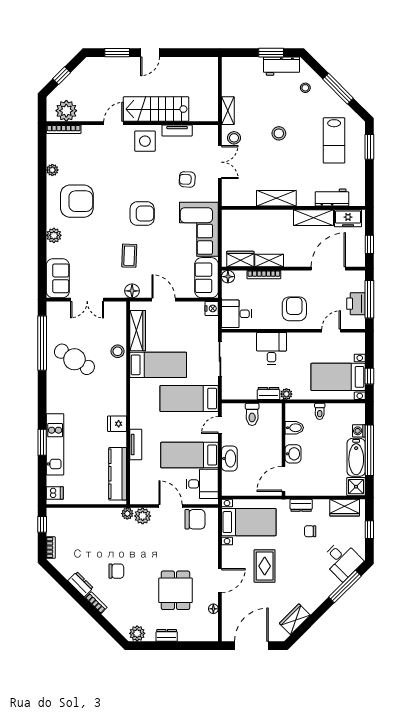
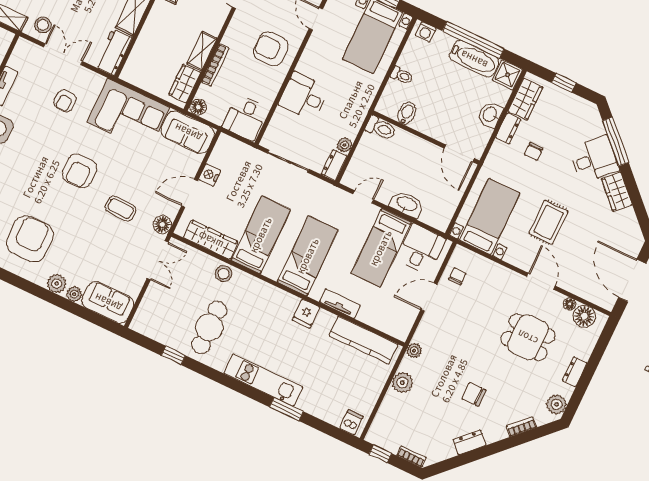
workbench: (239, 197) -> (114, 52), added
armchair: (142, 214) -> (80, 171), turned 180
plant: (52, 252) -> (74, 294), added
double door: (87, 300) -> (158, 260), moved
nightstand: (212, 308) -> (210, 175), moved, turned -90
window: (42, 343) -> (173, 355), width x0.32
cafe table: (74, 359) -> (209, 327), turned -32
dresser: (268, 393) -> (334, 165), moved
plant: (286, 394) -> (344, 145), moved
bed: (189, 399) -> (308, 256), moved, turned 180
toilet: (252, 414) -> (381, 128), moved
door: (220, 425) -> (363, 197), swing flipped
washing machine: (359, 431) -> (426, 32), moved
kitchen unit: (55, 444) -> (263, 380), moved
washbasin: (293, 454) -> (490, 115), moved, turned -90
dresser: (301, 505) -> (508, 128), moved
plant: (143, 516) -> (402, 383), moved
chair: (195, 519) -> (457, 276), width x0.54, depth x0.54
desk: (342, 560) -> (594, 159), moved
rug: (265, 566) -> (549, 222), turned 90
chair: (116, 571) -> (474, 394), turned -90
bookcase: (96, 603) -> (521, 427), moved
wardrobe: (295, 619) -> (617, 192), moved
floor lamp: (209, 623) -> (584, 316), added

